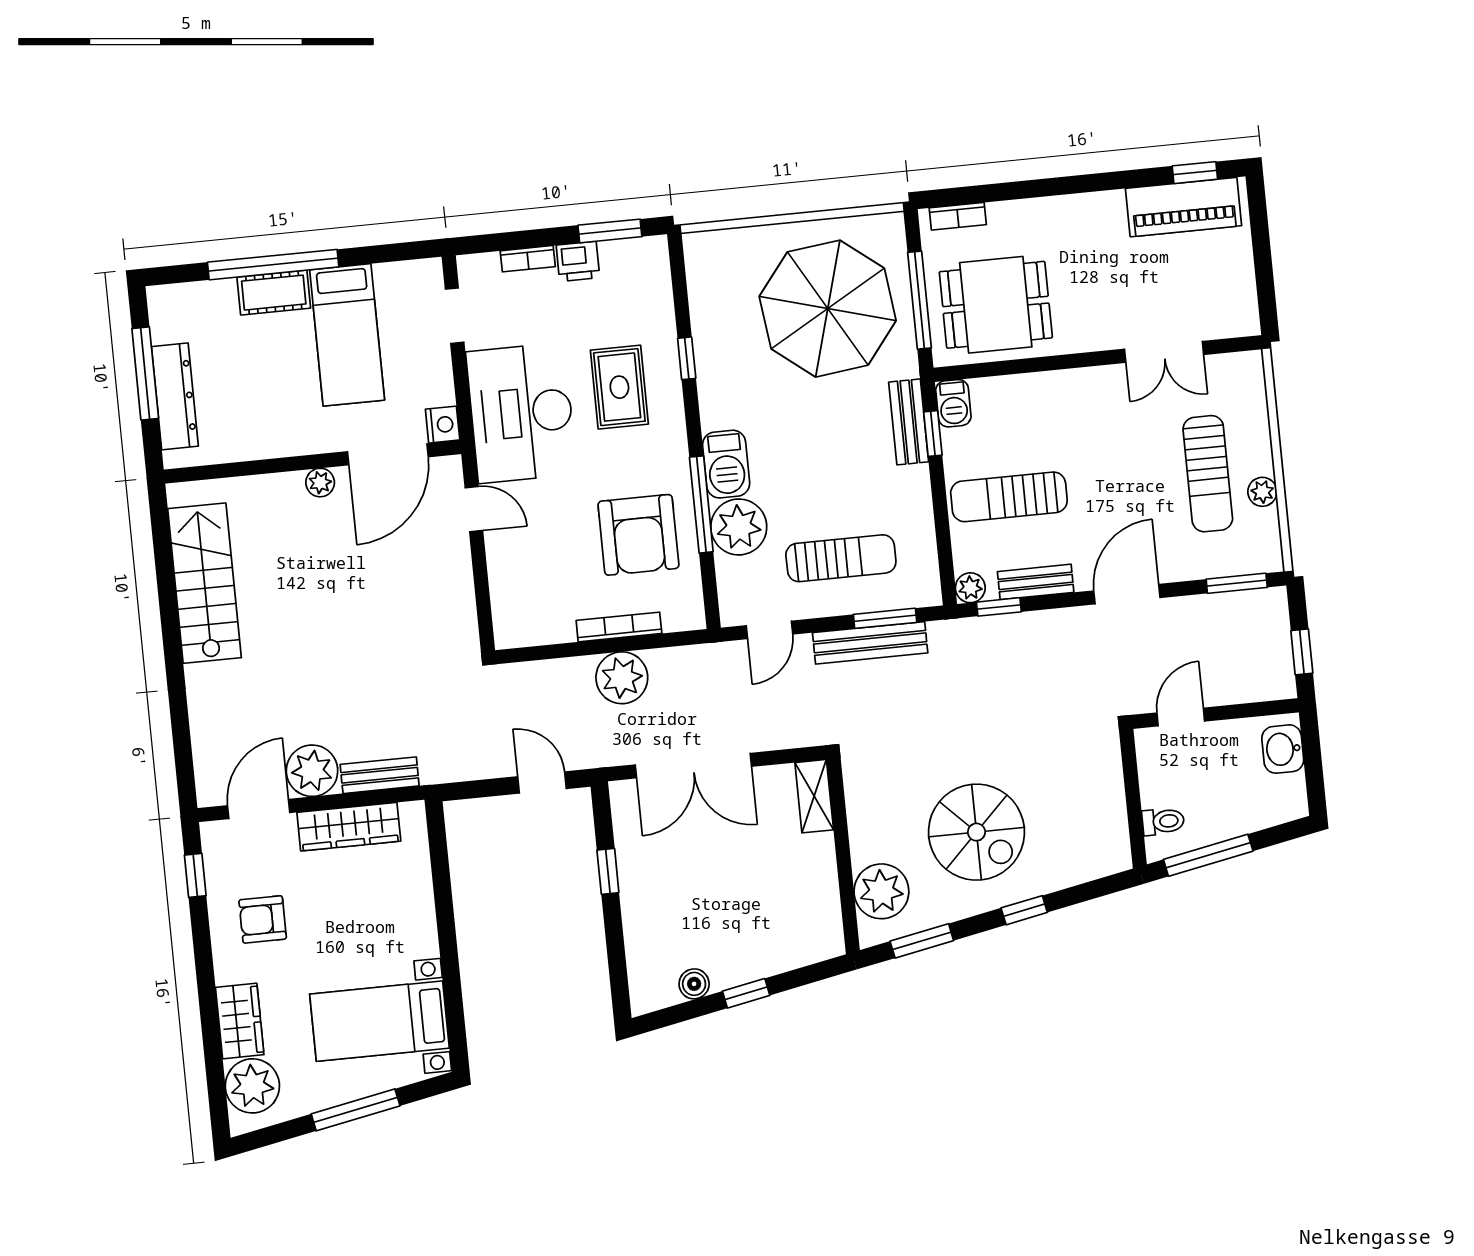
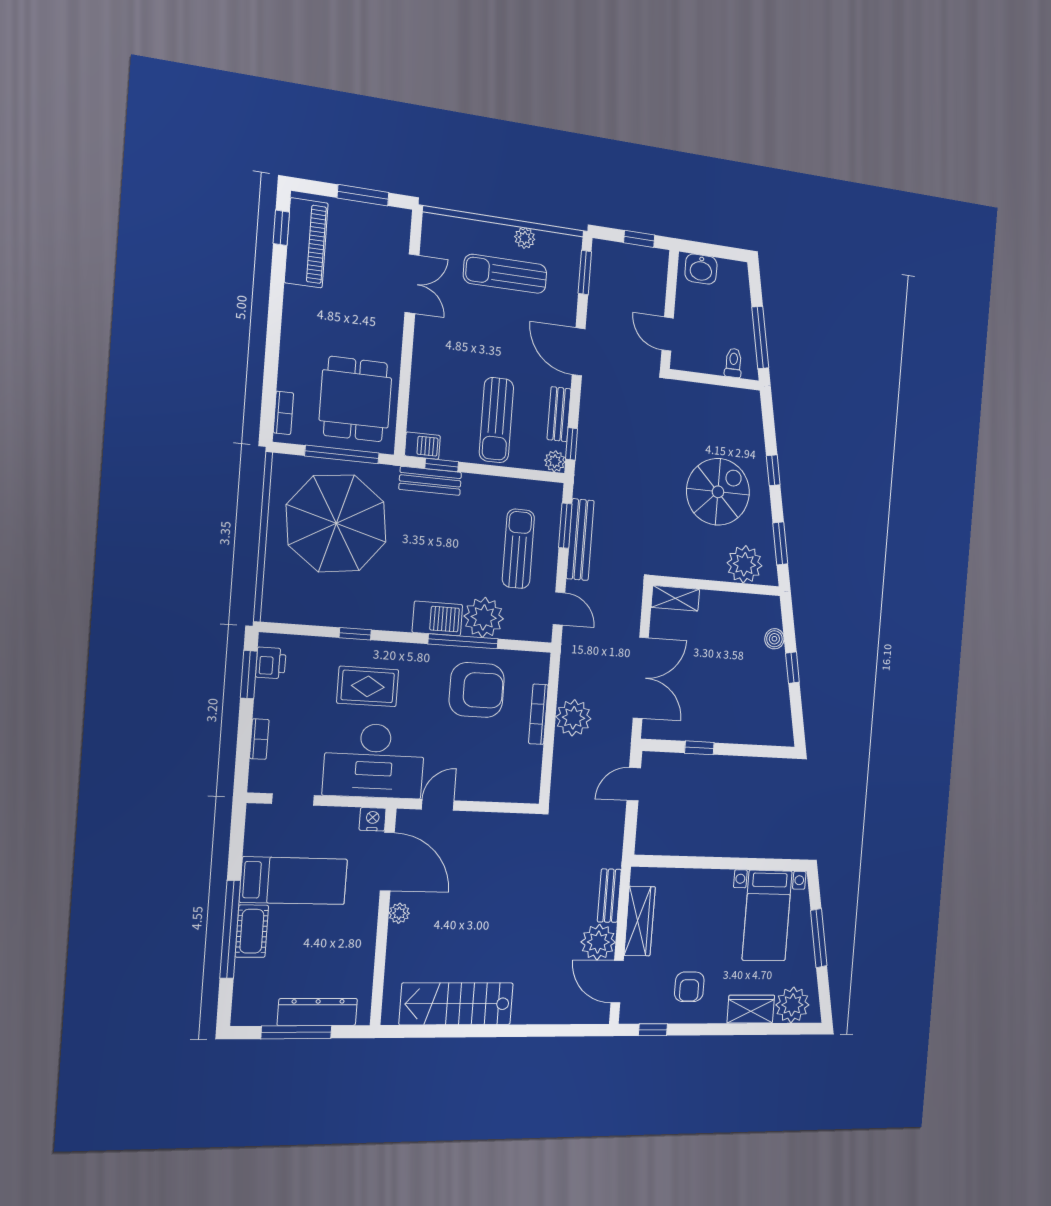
printer: (578, 261) -> (271, 663), moved
window: (1264, 268) -> (363, 195), added
sun lounger: (1208, 474) -> (505, 274), turned 180
boiler: (694, 984) -> (774, 639), moved

